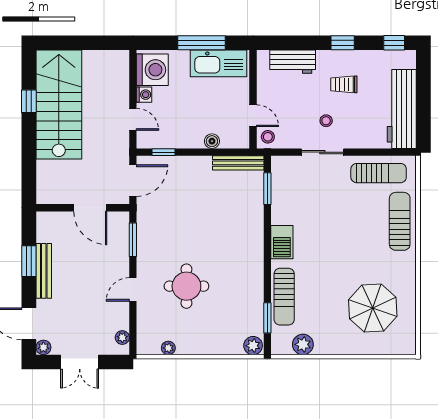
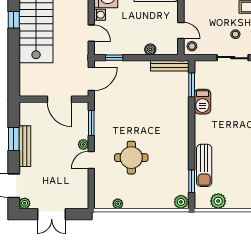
barbecue: (282, 242) -> (202, 102), moved
plant: (122, 338) -> (83, 144), moved

